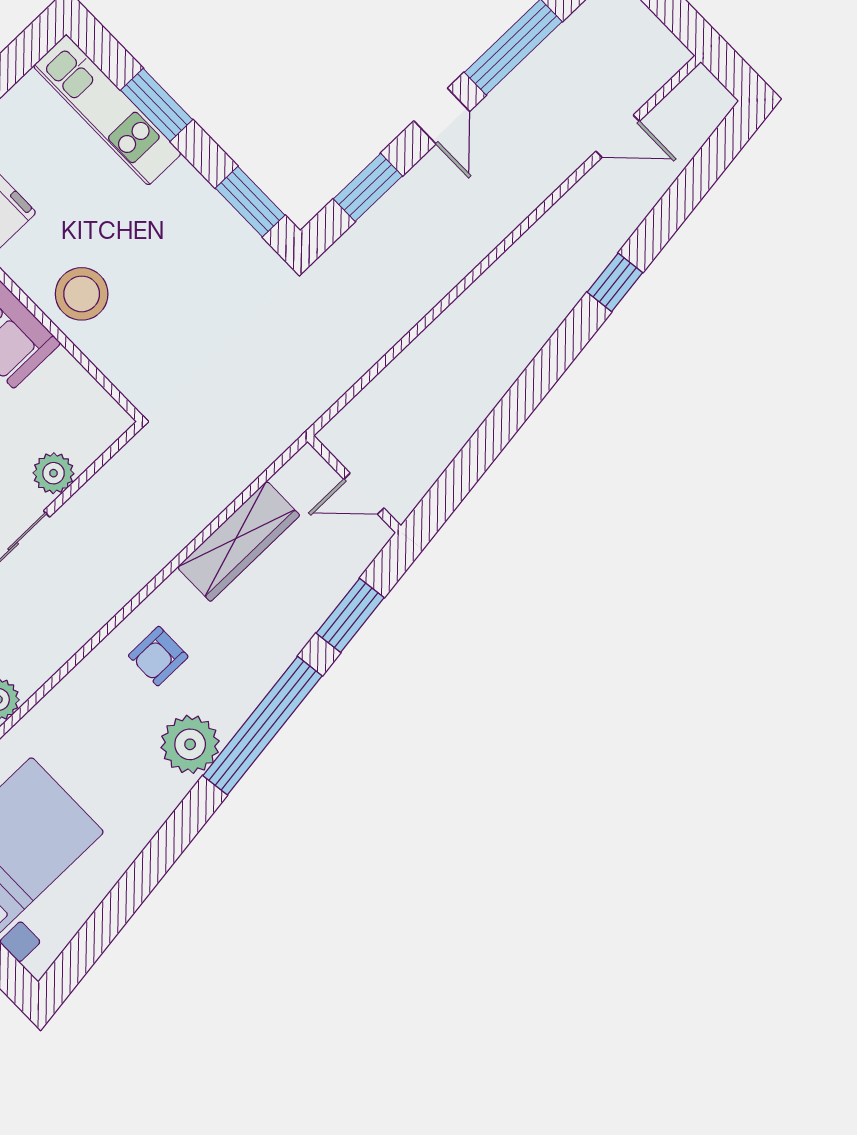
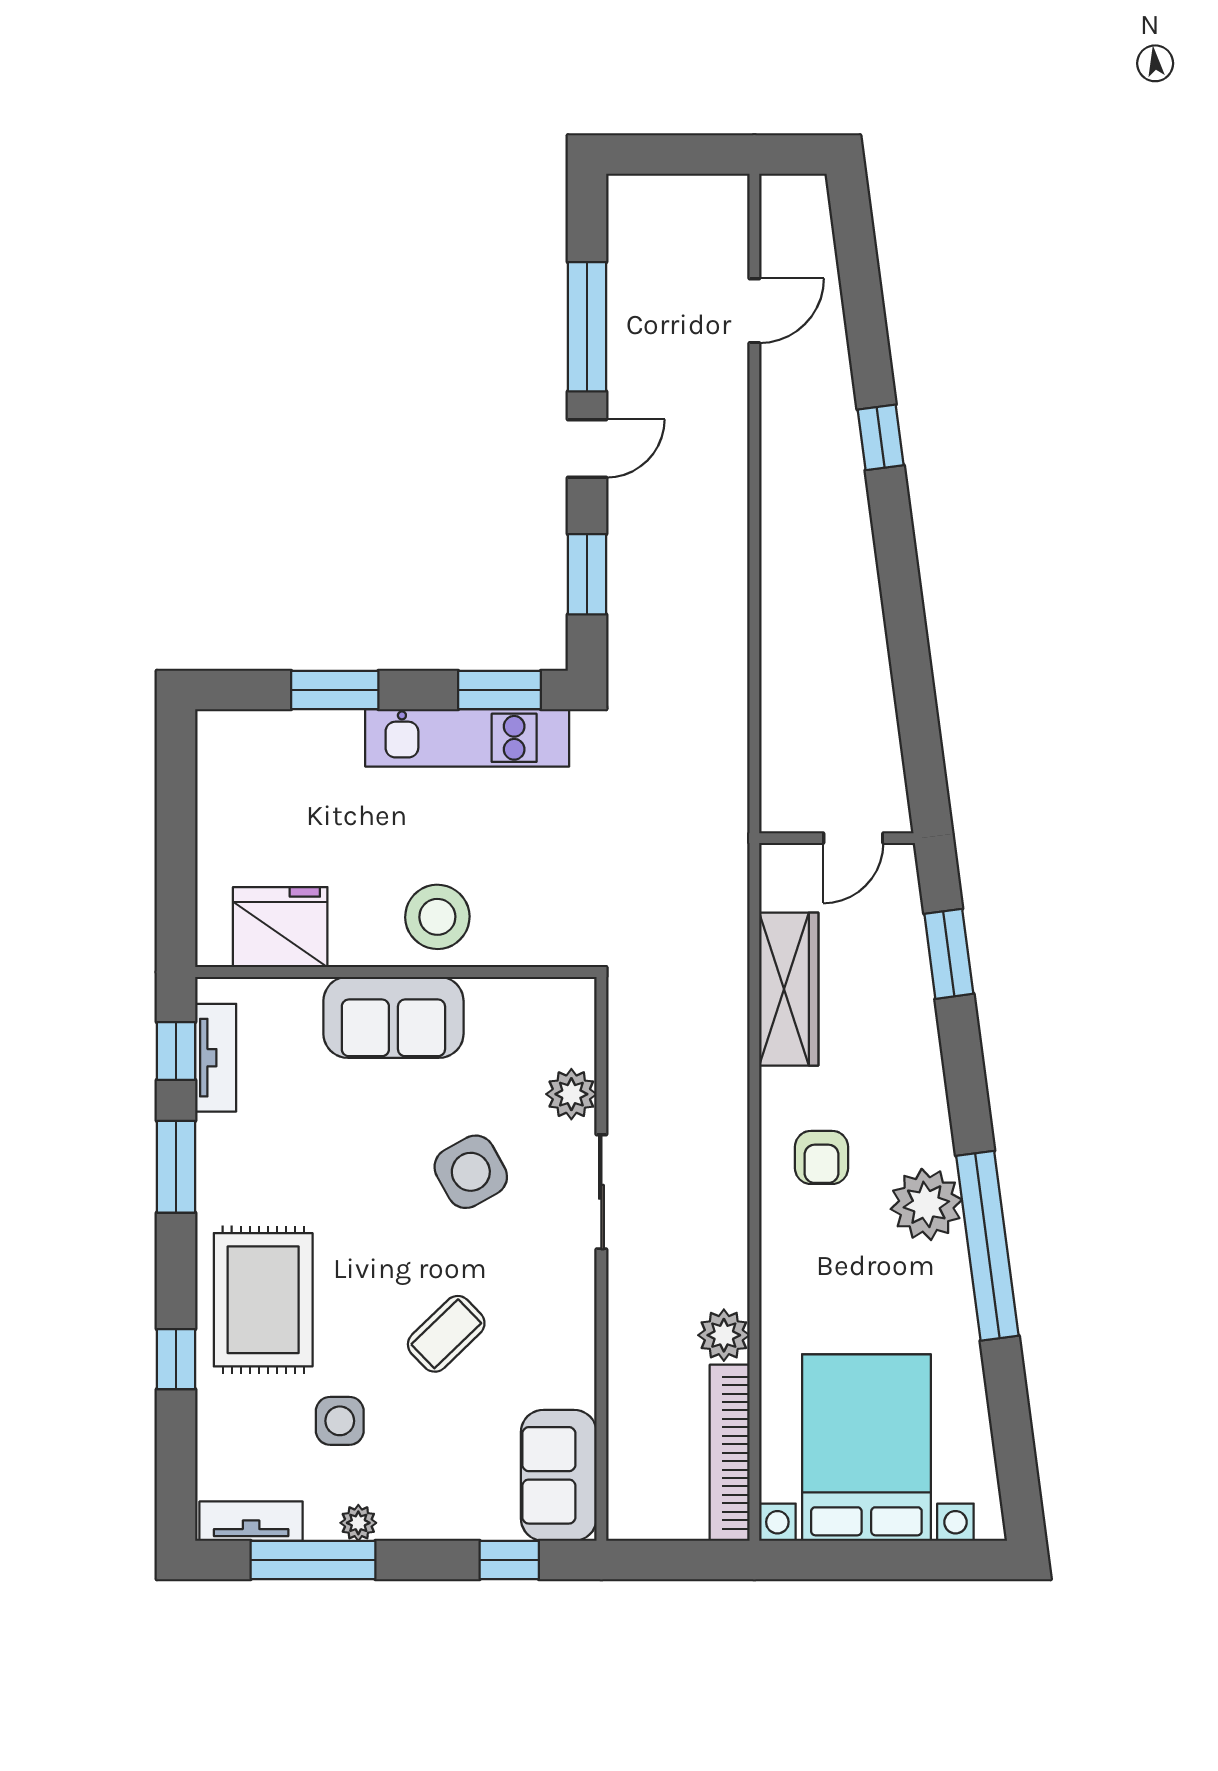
kitchen unit: (107, 110) -> (467, 738), moved
door: (442, 116) -> (587, 448), hinge flipped
window: (262, 726) -> (987, 1246), moved

